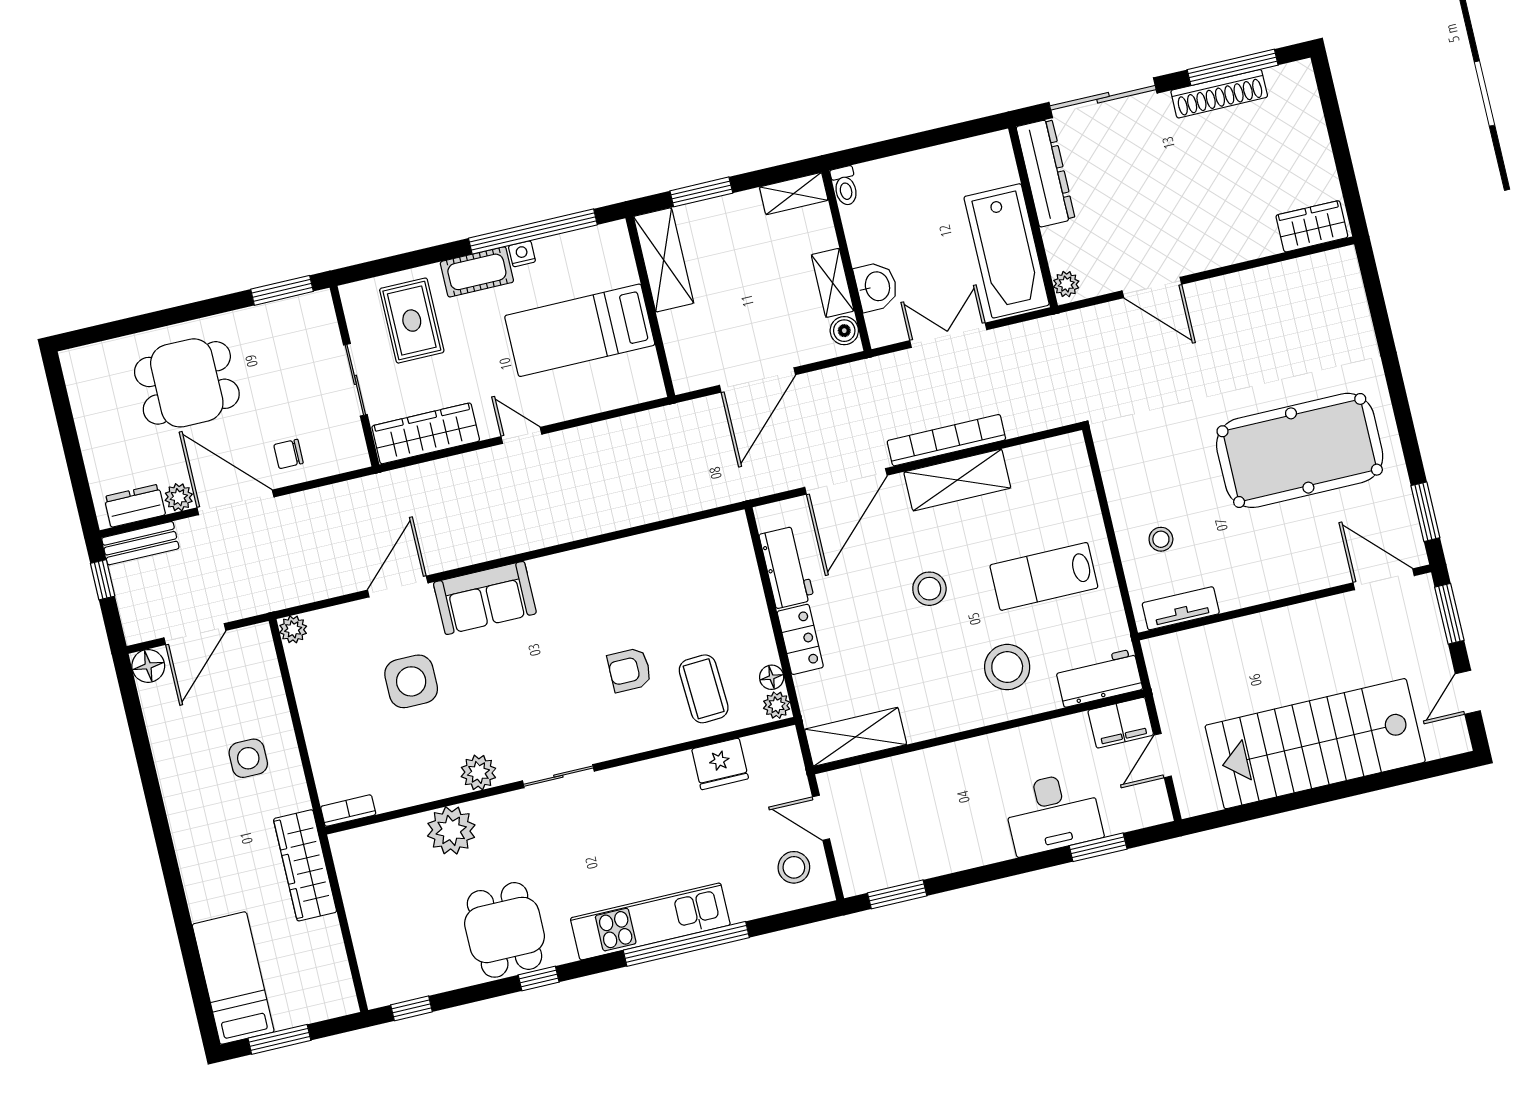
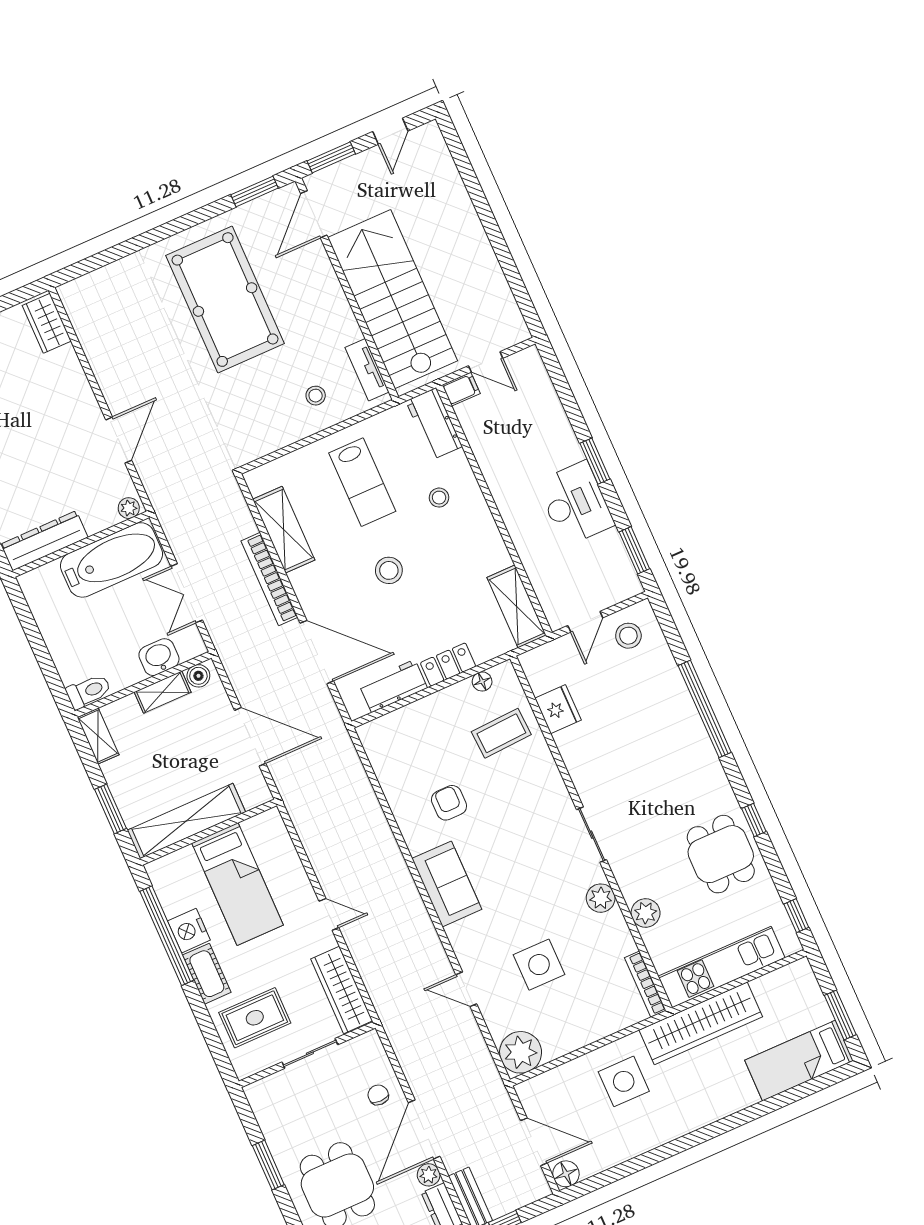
toilet: (845, 186) -> (88, 691), width x1.37, depth x1.39
nightstand: (522, 254) -> (189, 931), width x1.89, depth x1.79
shelving: (664, 260) -> (186, 821), width x1.47
window: (282, 290) -> (268, 1165), moved
door: (521, 435) -> (329, 914), swing flipped
chair: (289, 454) -> (378, 1095), turned 180
shelving: (957, 480) -> (284, 530), moved
door: (398, 587) -> (466, 989), width x0.73
sofa: (485, 598) -> (447, 884), moved
plant: (293, 629) -> (521, 1052), width x1.87, depth x1.87
stool: (1007, 667) -> (439, 498), width x0.53, depth x0.53
armchair: (629, 670) -> (449, 803), moved, turned 180
door: (1468, 692) -> (390, 131), hinge flipped
plant: (777, 705) -> (503, 673), removed
filing cabinet: (1121, 723) -> (461, 389), width x0.50
stairs: (1315, 744) -> (393, 299), moved, turned 180
side table: (248, 758) -> (624, 1081), width x1.37, depth x1.37
bookcase: (348, 811) -> (645, 984), width x1.56
desk: (1053, 813) -> (575, 504), moved
plant: (451, 830) -> (646, 913), width x0.73, depth x0.73
window: (1098, 847) -> (595, 461), moved
wardrobe: (305, 865) -> (701, 1023), width x1.40, depth x1.17
kitchen unit: (650, 921) -> (722, 967), moved, turned 90
dining table: (505, 930) -> (721, 854), turned 90

